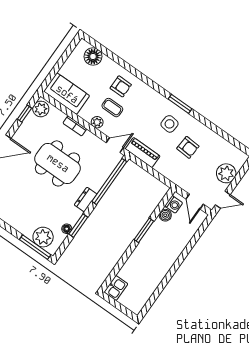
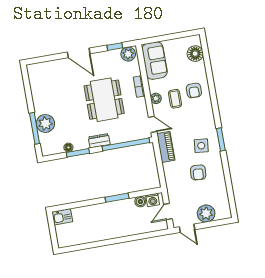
plant: (43, 237) -> (45, 123), moved
window: (35, 247) -> (35, 128), moved

